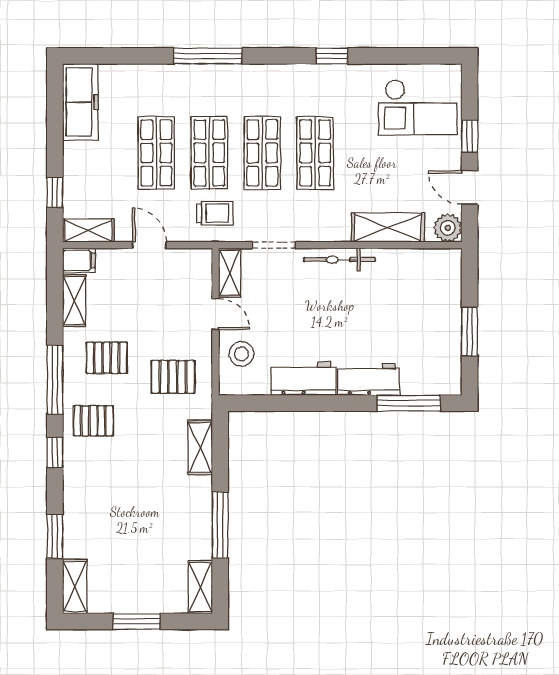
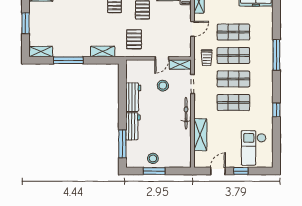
plant: (448, 228) -> (200, 161), removed
stool: (441, 334) -> (153, 158), added
stool: (241, 354) -> (163, 86), moved

